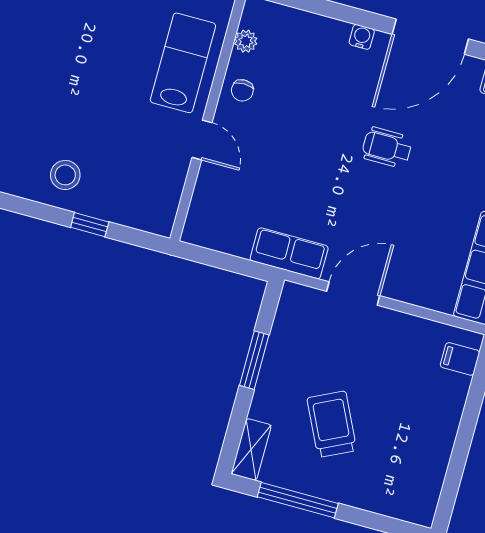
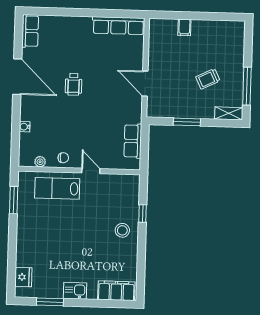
water cooler: (362, 37) -> (25, 127), moved
door: (202, 140) -> (91, 171), hinge flipped
row of seats: (289, 253) -> (133, 141), moved
filing cabinet: (460, 359) -> (184, 27), moved
trolley: (332, 424) -> (208, 79), width x0.73, depth x0.72

